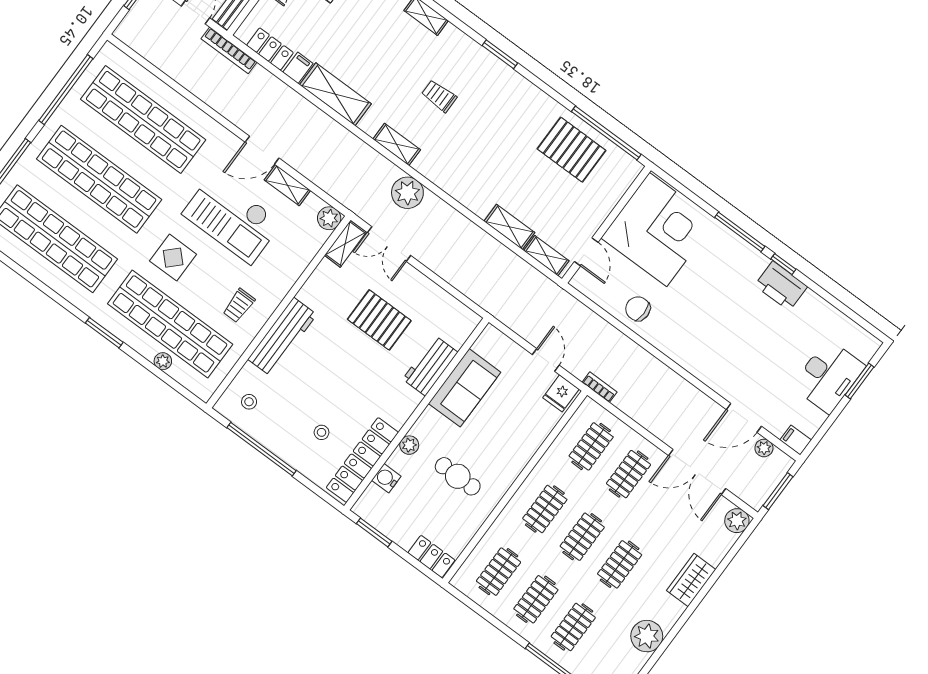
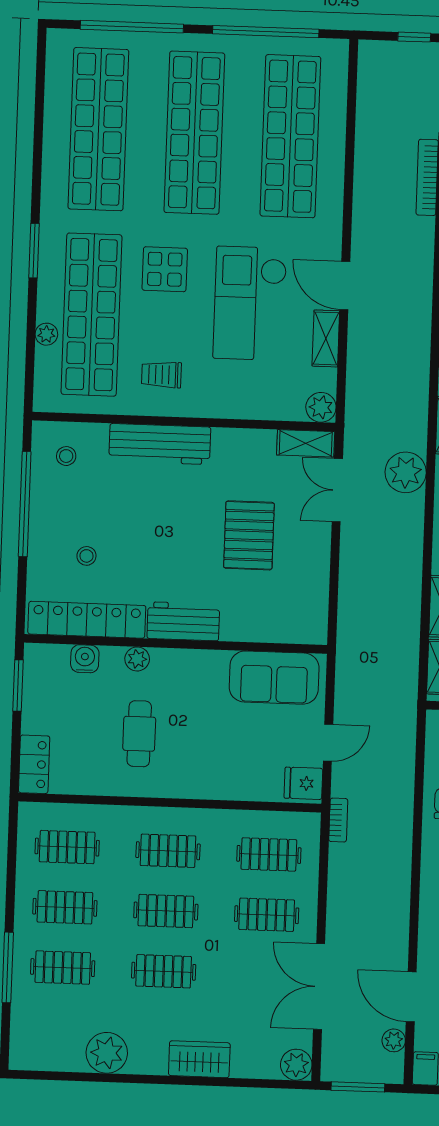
workbench: (430, 366) -> (183, 621), moved
sofa: (465, 388) -> (274, 678), moved

